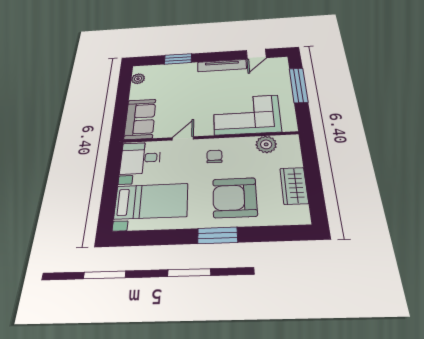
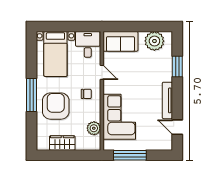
plant: (138, 79) -> (154, 41), width x1.88, depth x1.88
window: (298, 85) -> (130, 155), moved
window: (217, 235) -> (31, 95), width x1.44

